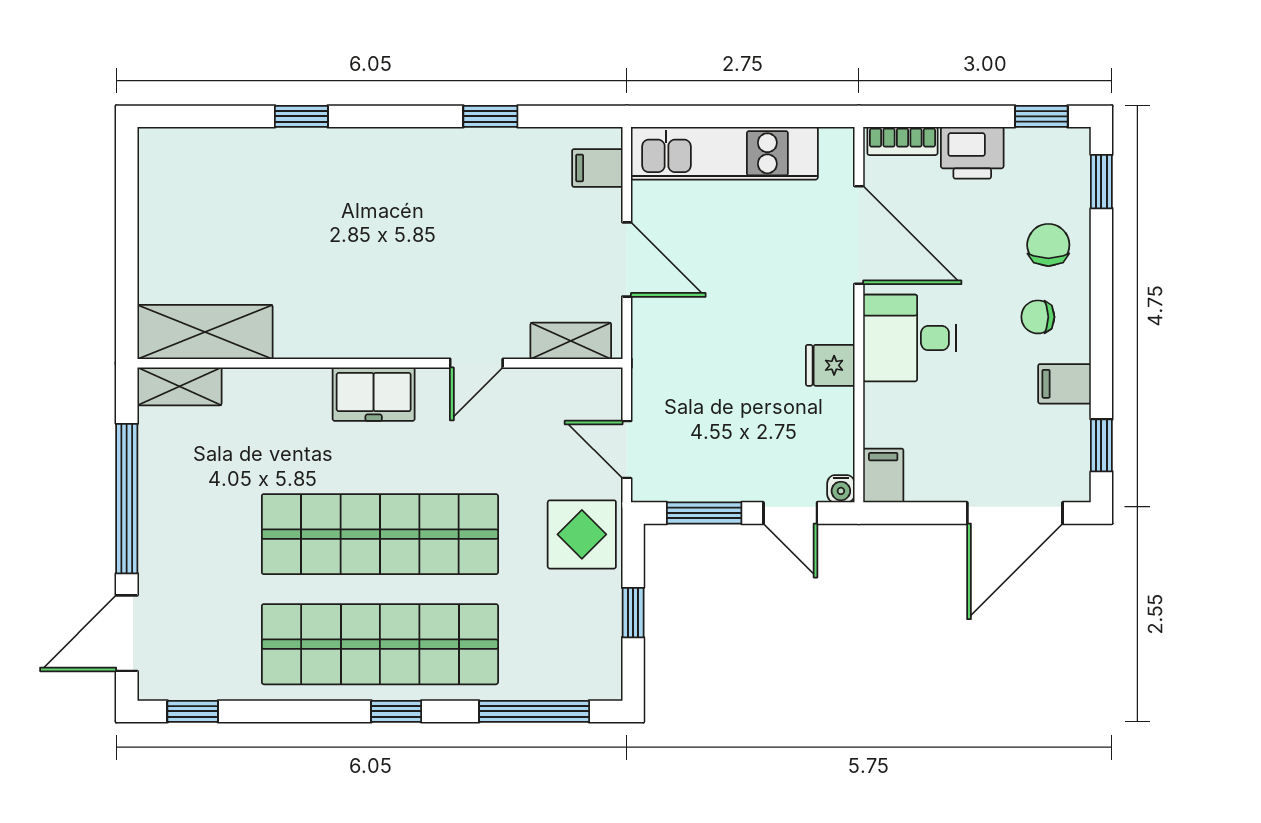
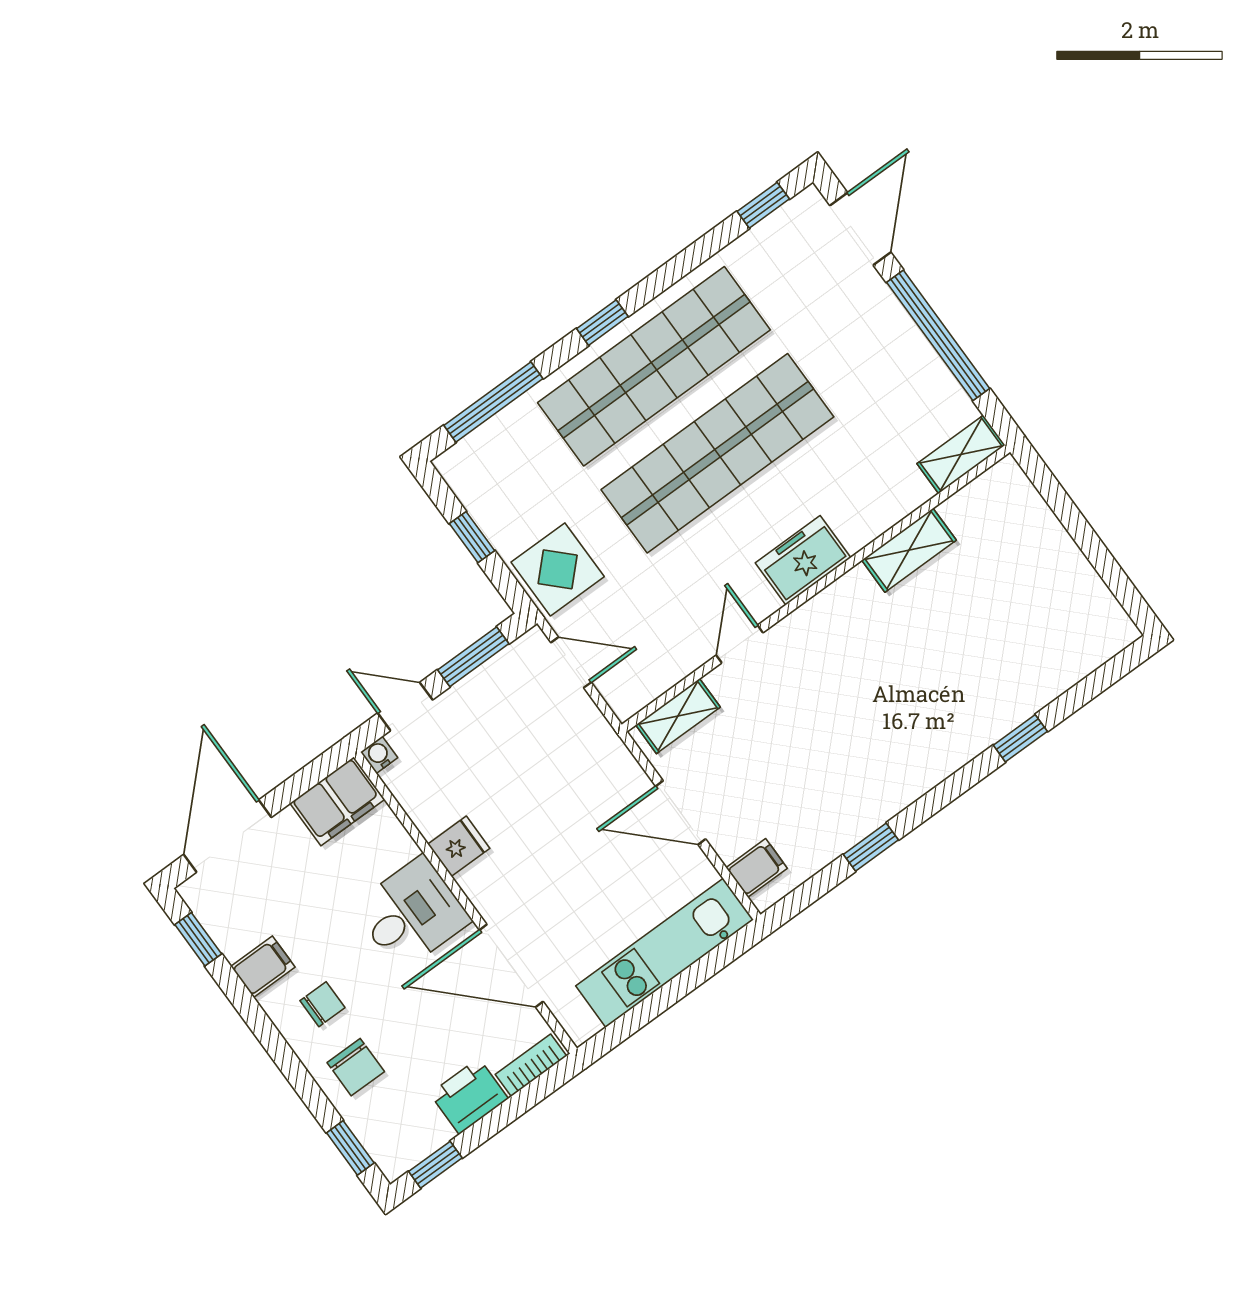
shelving: (205, 332) -> (909, 550), moved, width x0.67, depth x0.75
filing cabinet: (883, 476) -> (337, 801), width x2.00

